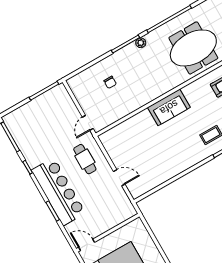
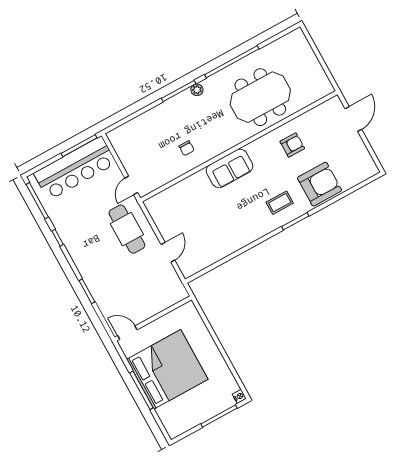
chair: (110, 82) -> (187, 148), moved
cafe table: (85, 159) -> (127, 229), width x1.37, depth x1.35
door: (119, 178) -> (168, 252), hinge flipped
bar counter: (58, 192) -> (75, 168), moved, turned 90

